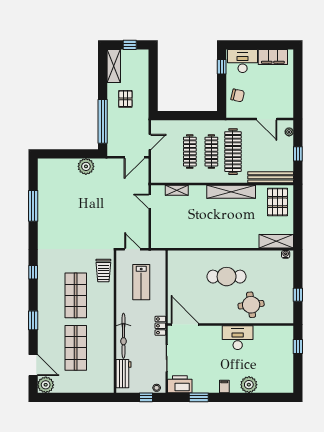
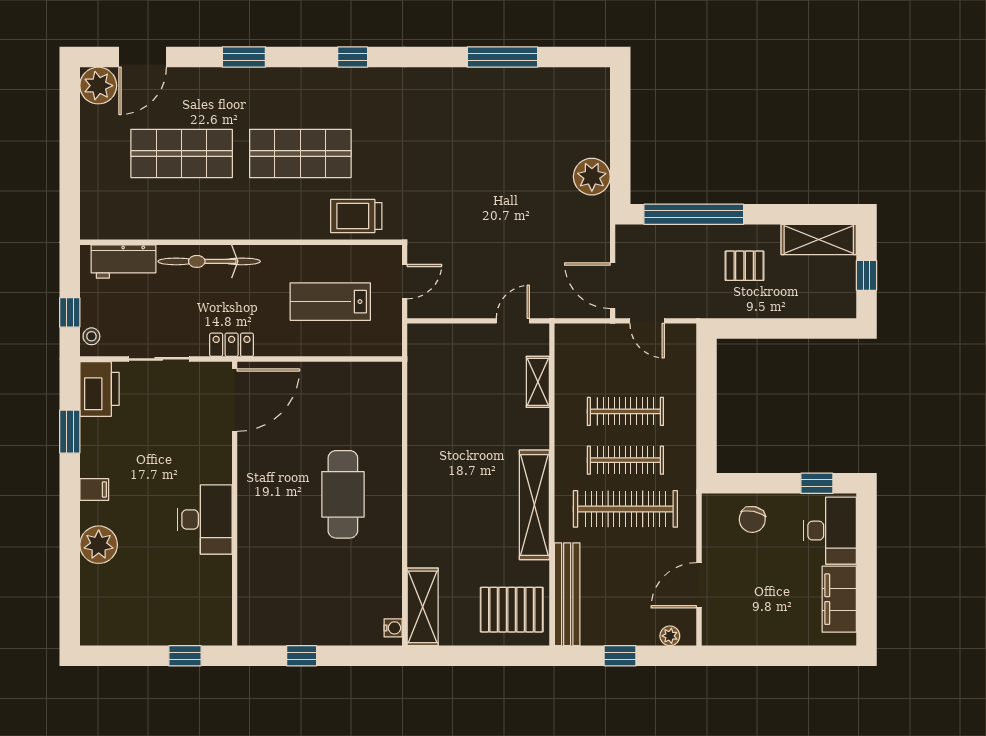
round table: (251, 305) -> (279, 550), removed

